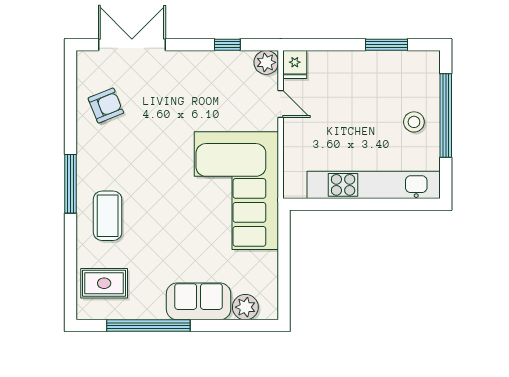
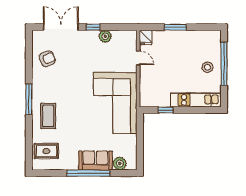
window: (227, 45) -> (93, 27), moved
window: (386, 45) -> (175, 27), moved
plant: (266, 62) -> (105, 36), moved
kitchen unit: (374, 185) -> (196, 100), width x0.73
window: (334, 204) -> (166, 110), added
window: (148, 326) -> (89, 173), moved

